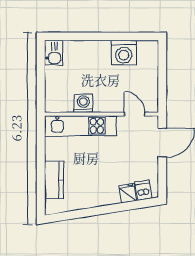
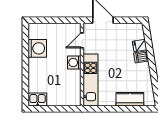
washing machine: (83, 103) -> (74, 62), moved
dishwasher: (143, 190) -> (141, 57), moved

